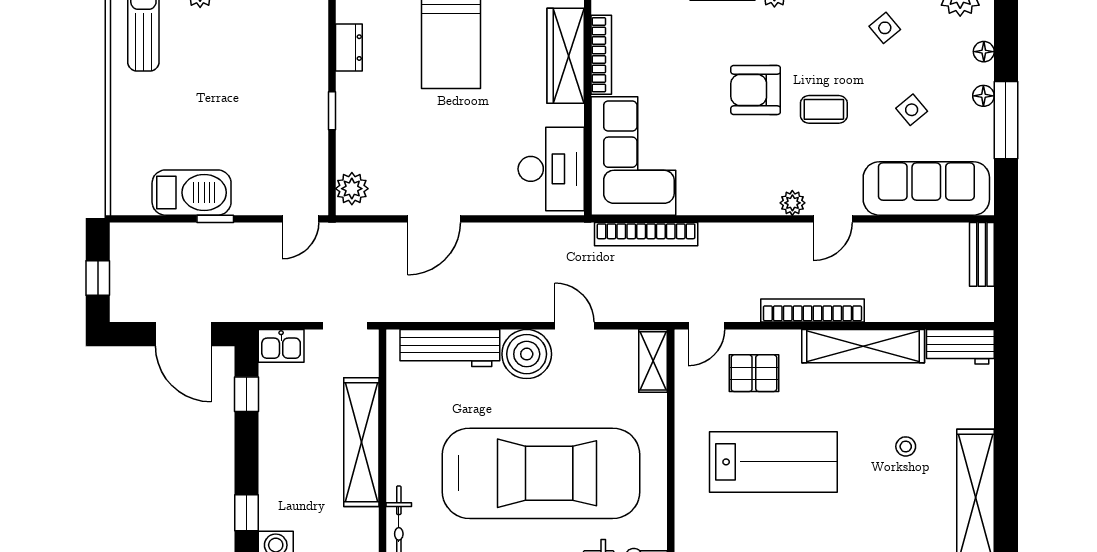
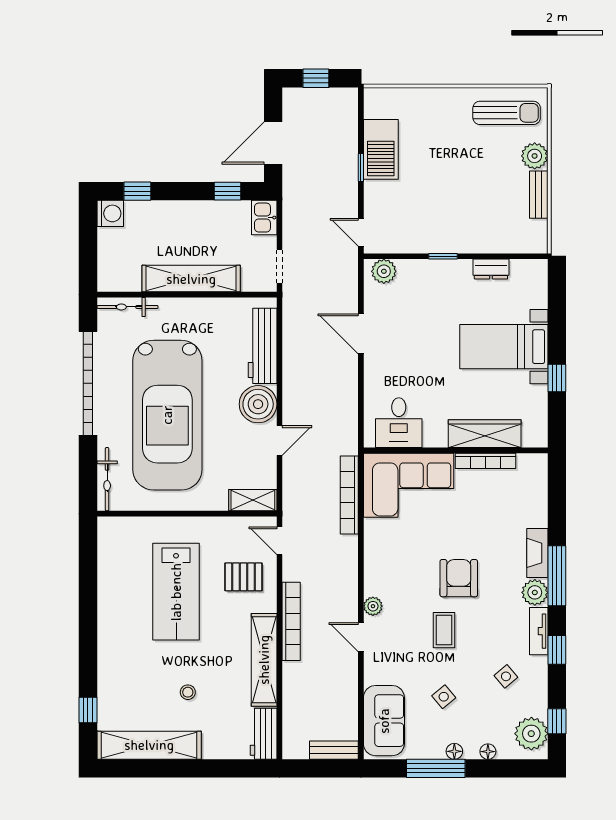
desk: (551, 169) -> (399, 423), width x0.73
sofa: (926, 188) -> (384, 721), width x0.73
pallet: (754, 373) -> (244, 577), turned 90

